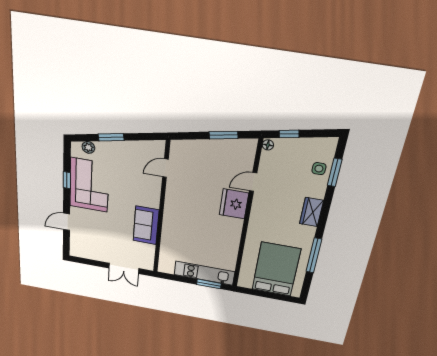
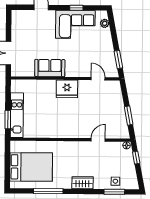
window: (111, 137) -> (118, 59), moved
door: (253, 182) -> (98, 140), hinge flipped
fridge: (234, 204) -> (67, 89), moved, turned 180

